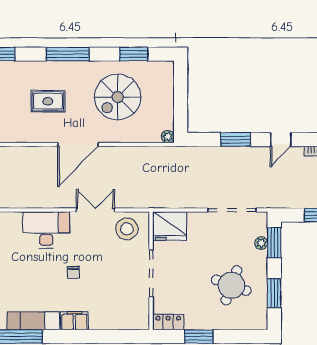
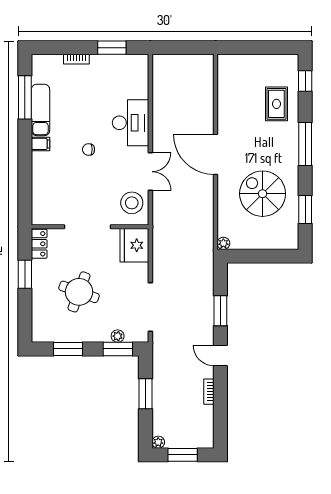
rug: (48, 101) -> (276, 104), moved
round table: (231, 285) -> (79, 292), moved
filing cabinet: (74, 321) -> (41, 144), width x0.50

